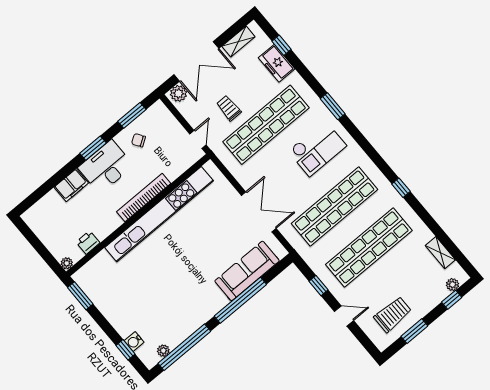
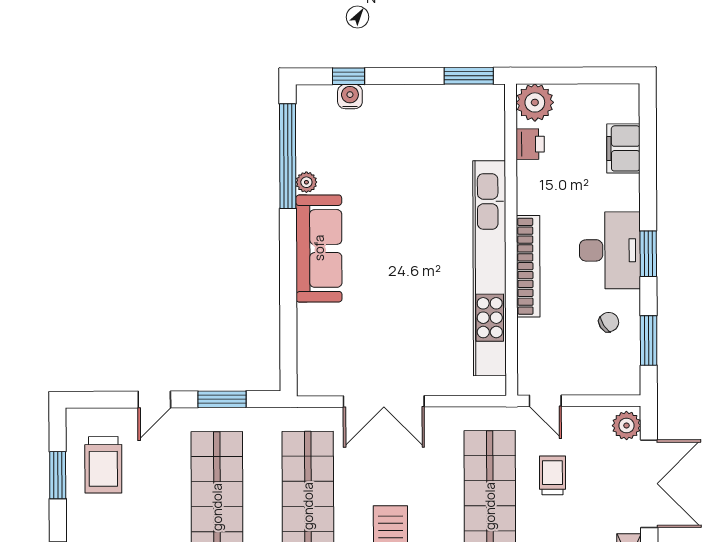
double door: (196, 61) -> (649, 484), swing flipped
trolley: (229, 108) -> (552, 475), turned -90
filing cabinet: (71, 185) -> (623, 148), moved
plant: (67, 263) -> (535, 102), width x1.88, depth x1.88
sofa: (247, 271) -> (319, 248), moved
window: (319, 286) -> (222, 399), width x1.50
window: (240, 300) -> (288, 281), removed
plant: (163, 351) -> (306, 182), moved

